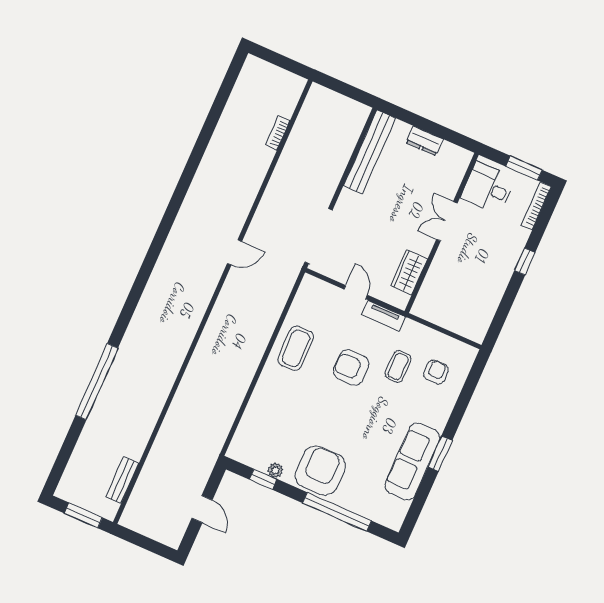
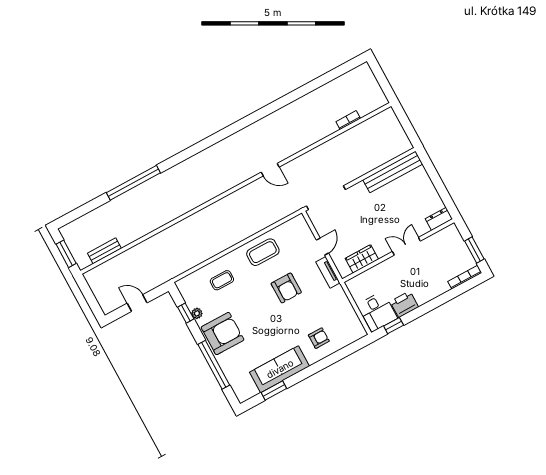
dresser: (424, 141) -> (439, 219), moved, turned 90
desk: (488, 188) -> (377, 312), moved, turned 180
window: (525, 261) -> (394, 326), moved
printer: (493, 286) -> (404, 304), added
coffee table: (398, 367) -> (222, 280), moved
armchair: (351, 368) -> (286, 288), turned 180
armchair: (436, 372) -> (319, 338), moved
window: (440, 454) -> (274, 391), moved
door: (202, 509) -> (137, 303), swing flipped

